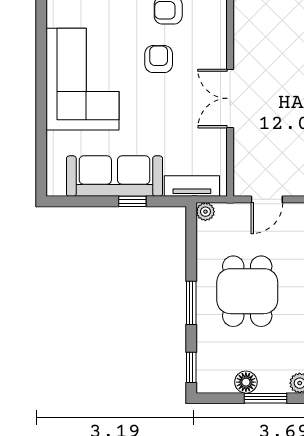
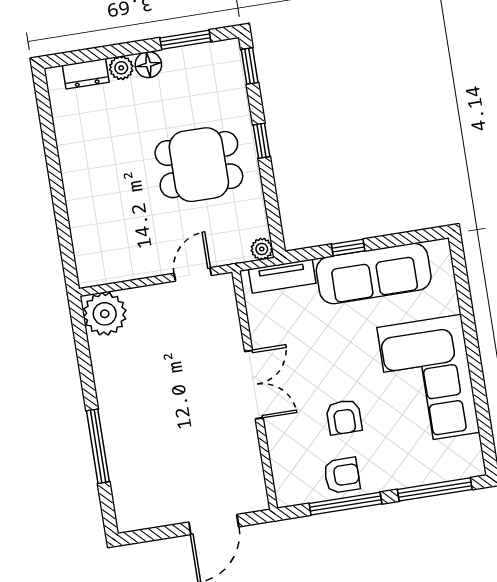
dining table: (247, 291) -> (199, 165), turned 90
window: (191, 303) -> (261, 141), width x0.67
floor lamp: (246, 382) -> (148, 65), moved
window: (265, 398) -> (185, 40), moved

